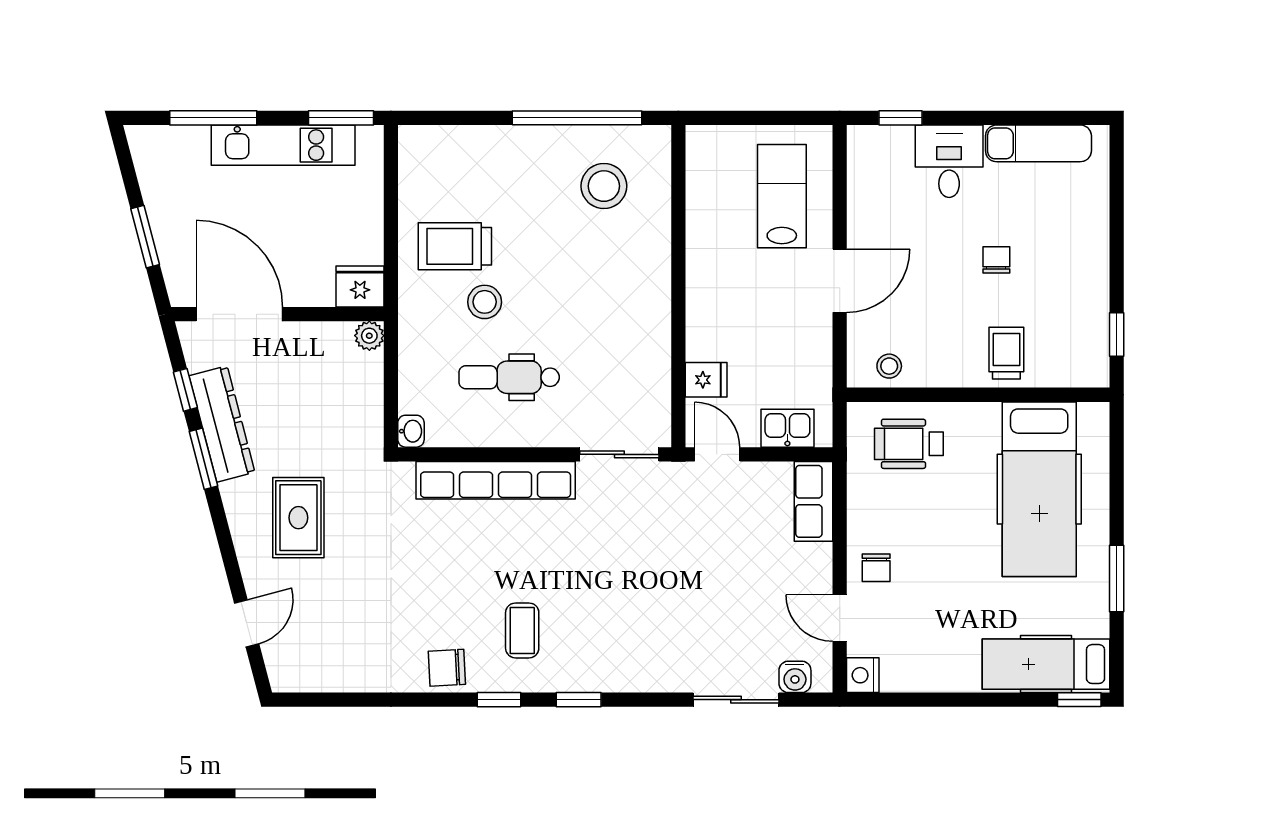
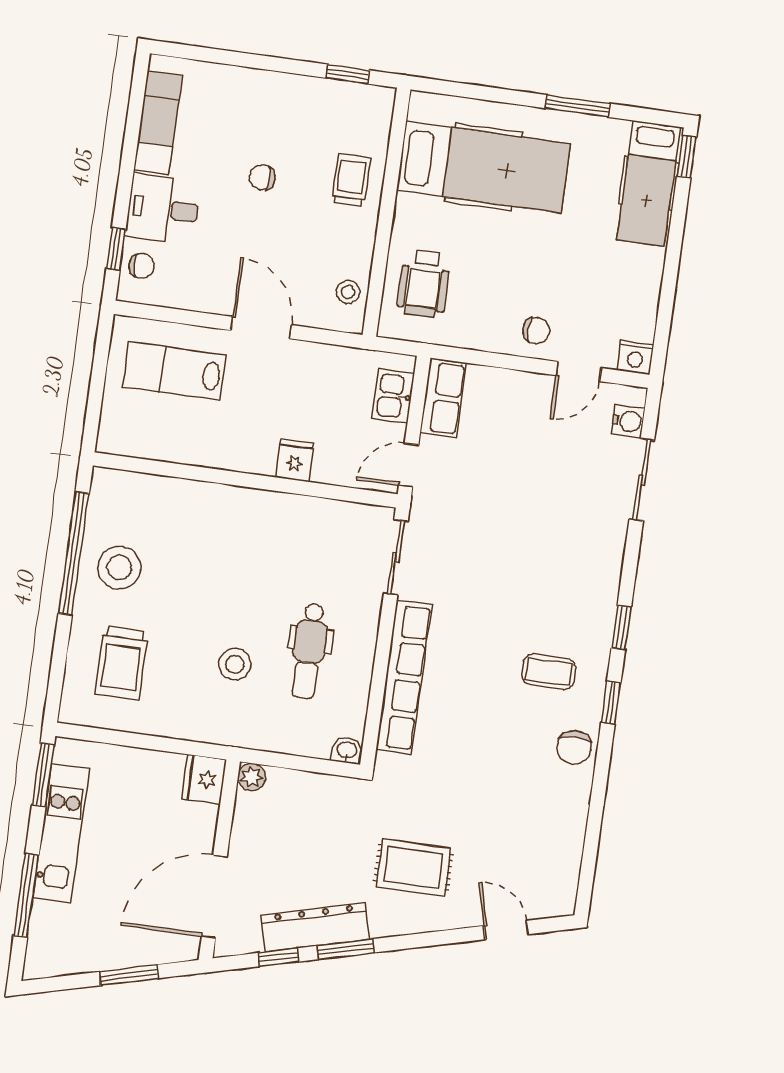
chair: (887, 147) -> (141, 266), added
stool: (604, 186) -> (119, 568), moved
trolley: (455, 246) -> (122, 663), moved
trolley: (1006, 353) -> (351, 180), turned 90
fridge: (706, 380) -> (295, 460), moved
row of seats: (813, 501) -> (443, 398), moved, turned -90

